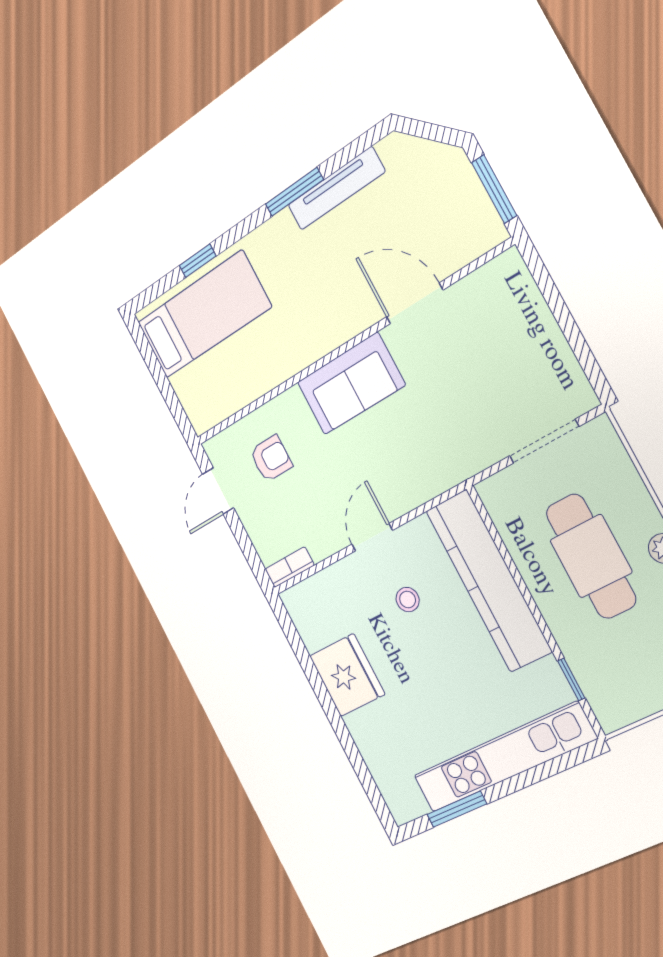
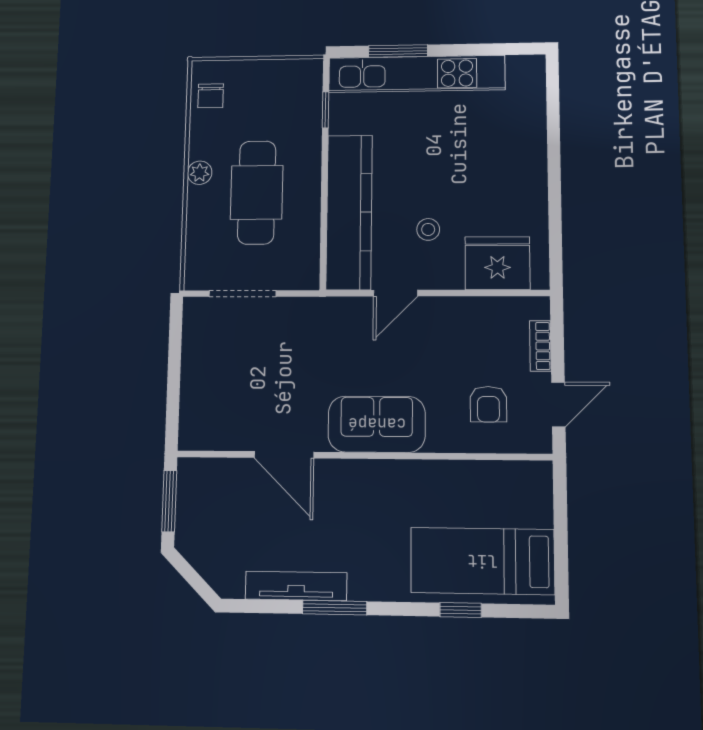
armchair: (271, 459) -> (488, 404), turned -90
door: (372, 537) -> (395, 293), moved
bookcase: (290, 567) -> (540, 346), moved, turned 90
fridge: (347, 675) -> (497, 263), moved, turned 90
window: (457, 809) -> (398, 51), moved

